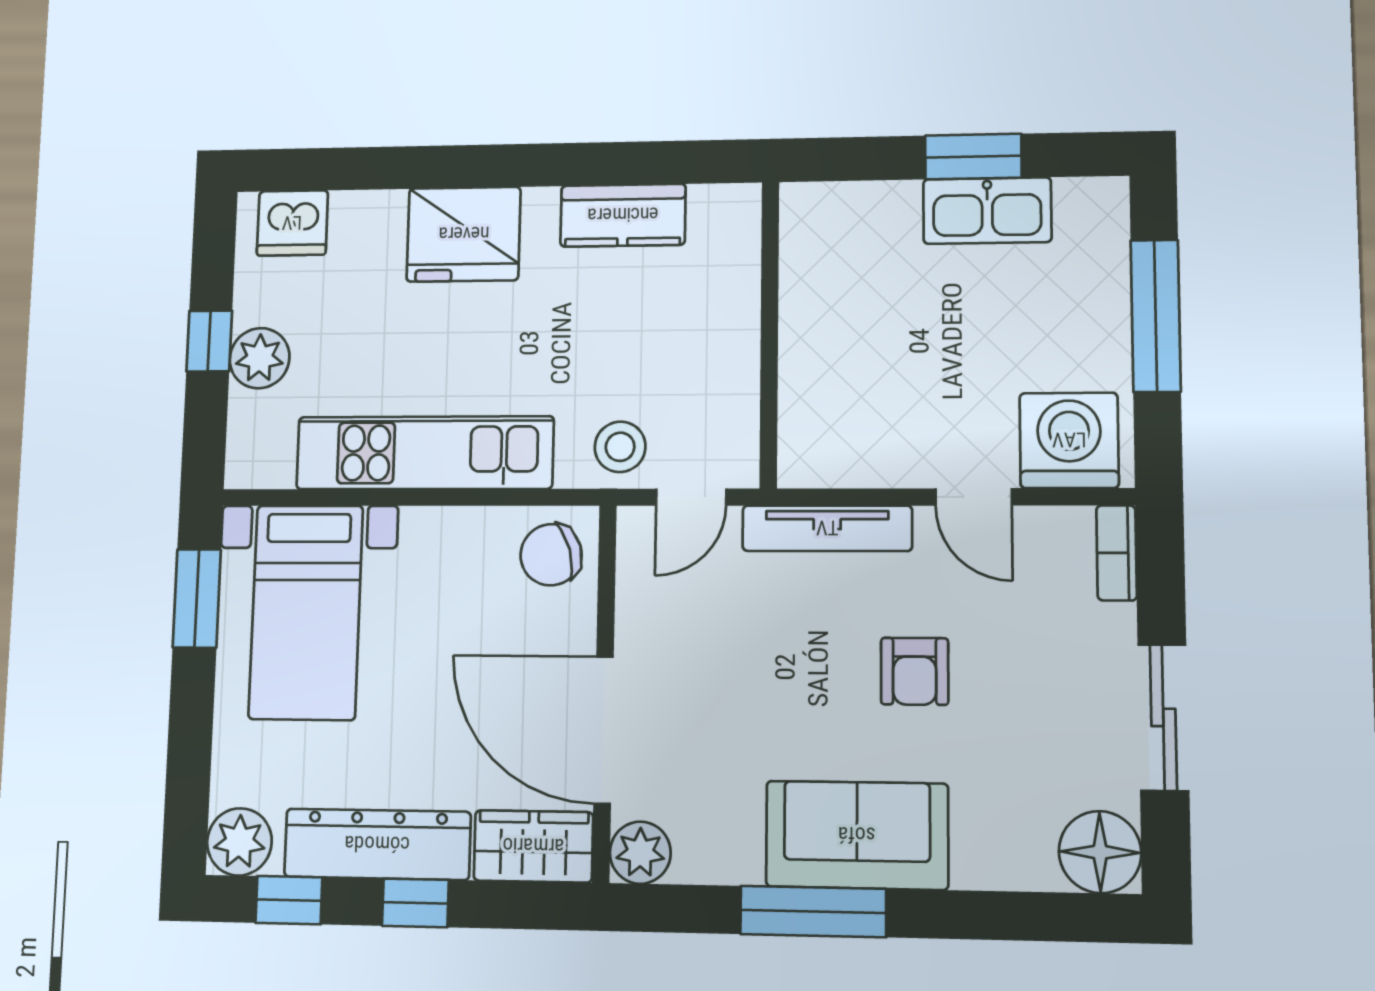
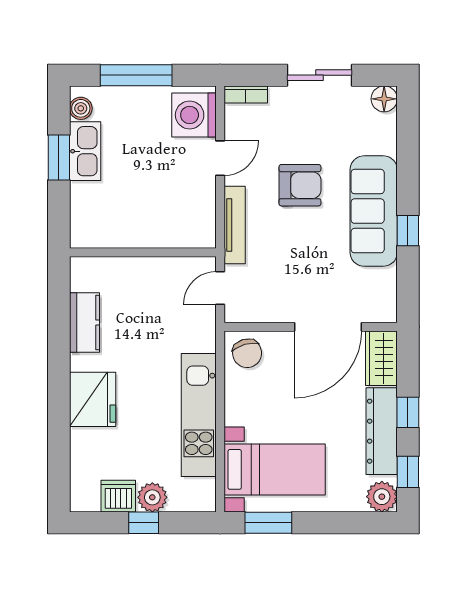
boiler: (1080, 200) -> (81, 108), added
dishwasher: (292, 223) -> (118, 496), moved, turned -90
stool: (620, 447) -> (196, 322), removed
door: (691, 497) -> (220, 288), swing flipped
armchair: (915, 671) -> (300, 185), width x1.38, depth x1.38
sofa: (857, 835) -> (374, 211), width x1.36
floor lamp: (1100, 852) -> (384, 99), width x0.73, depth x0.73
plant: (640, 853) -> (383, 309), removed
window: (813, 912) -> (408, 231), width x0.46

